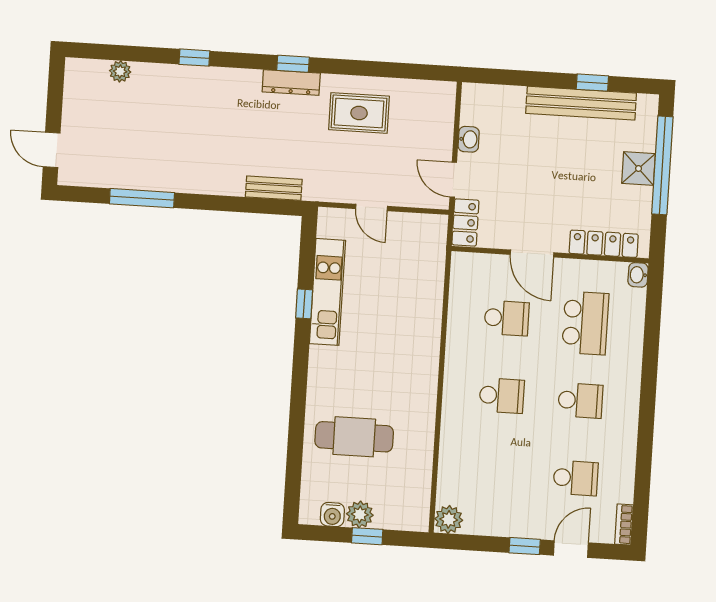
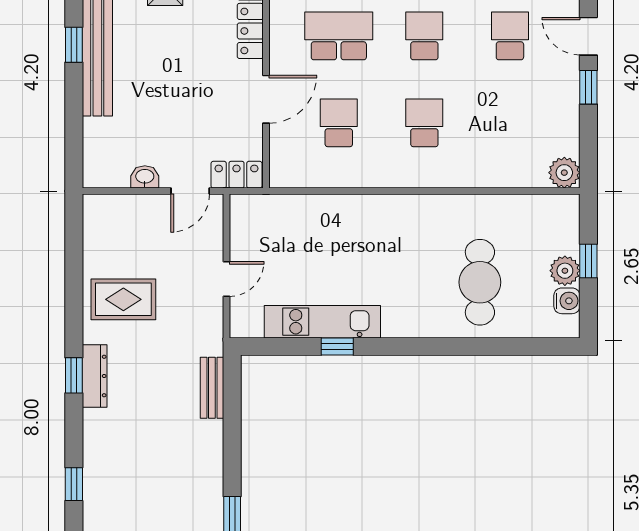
rug: (359, 113) -> (123, 299), turned 90

